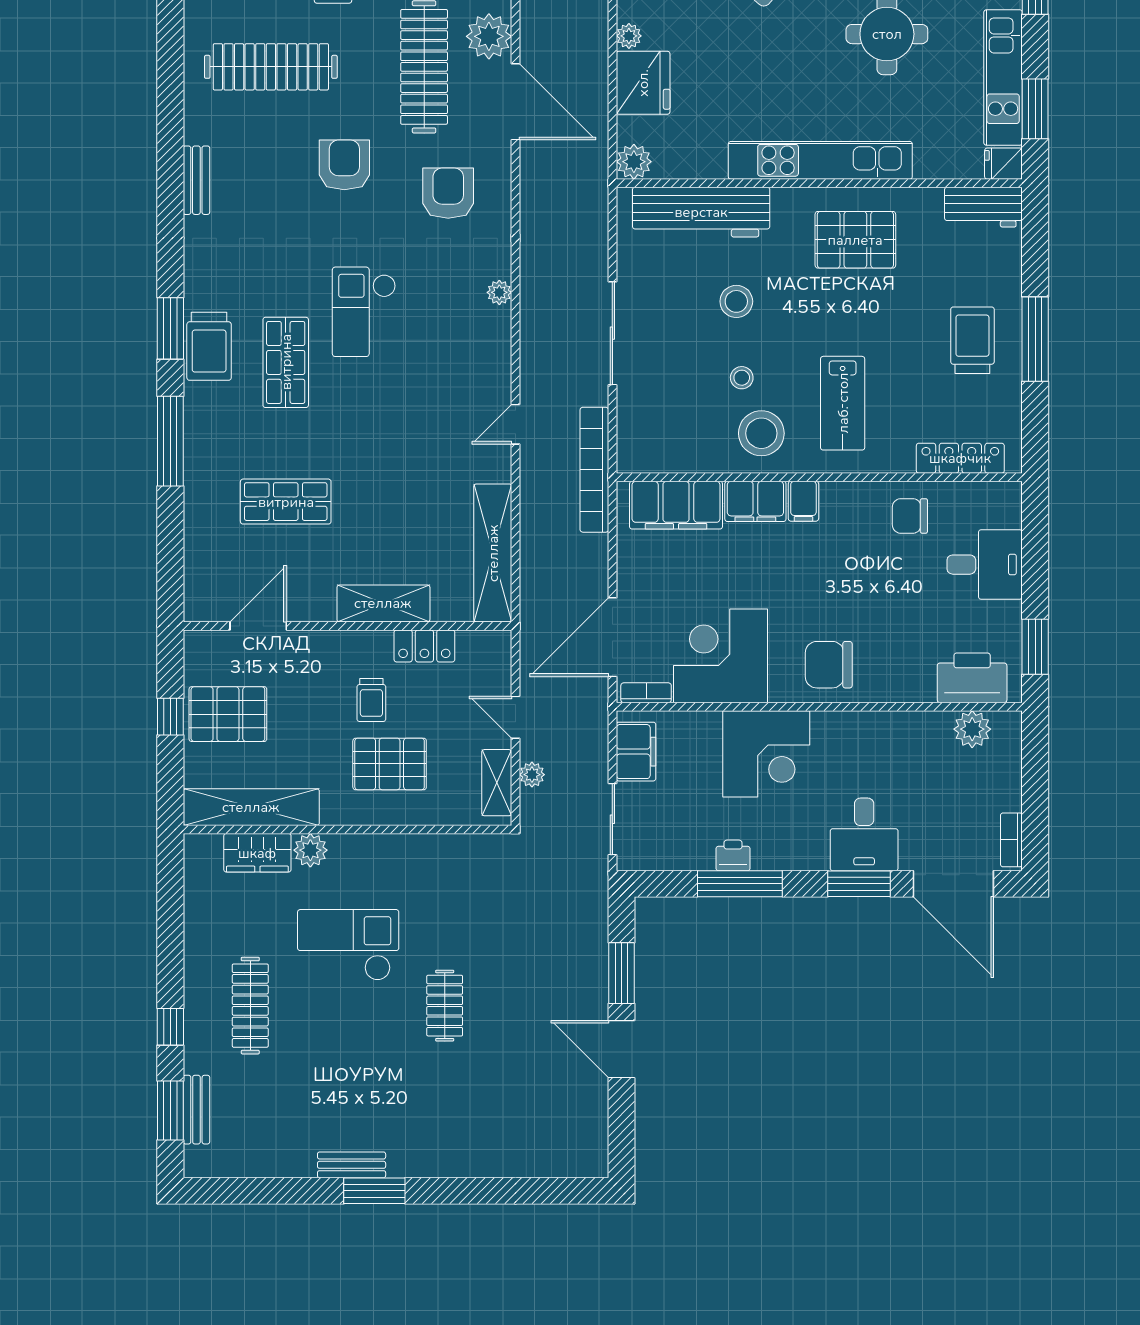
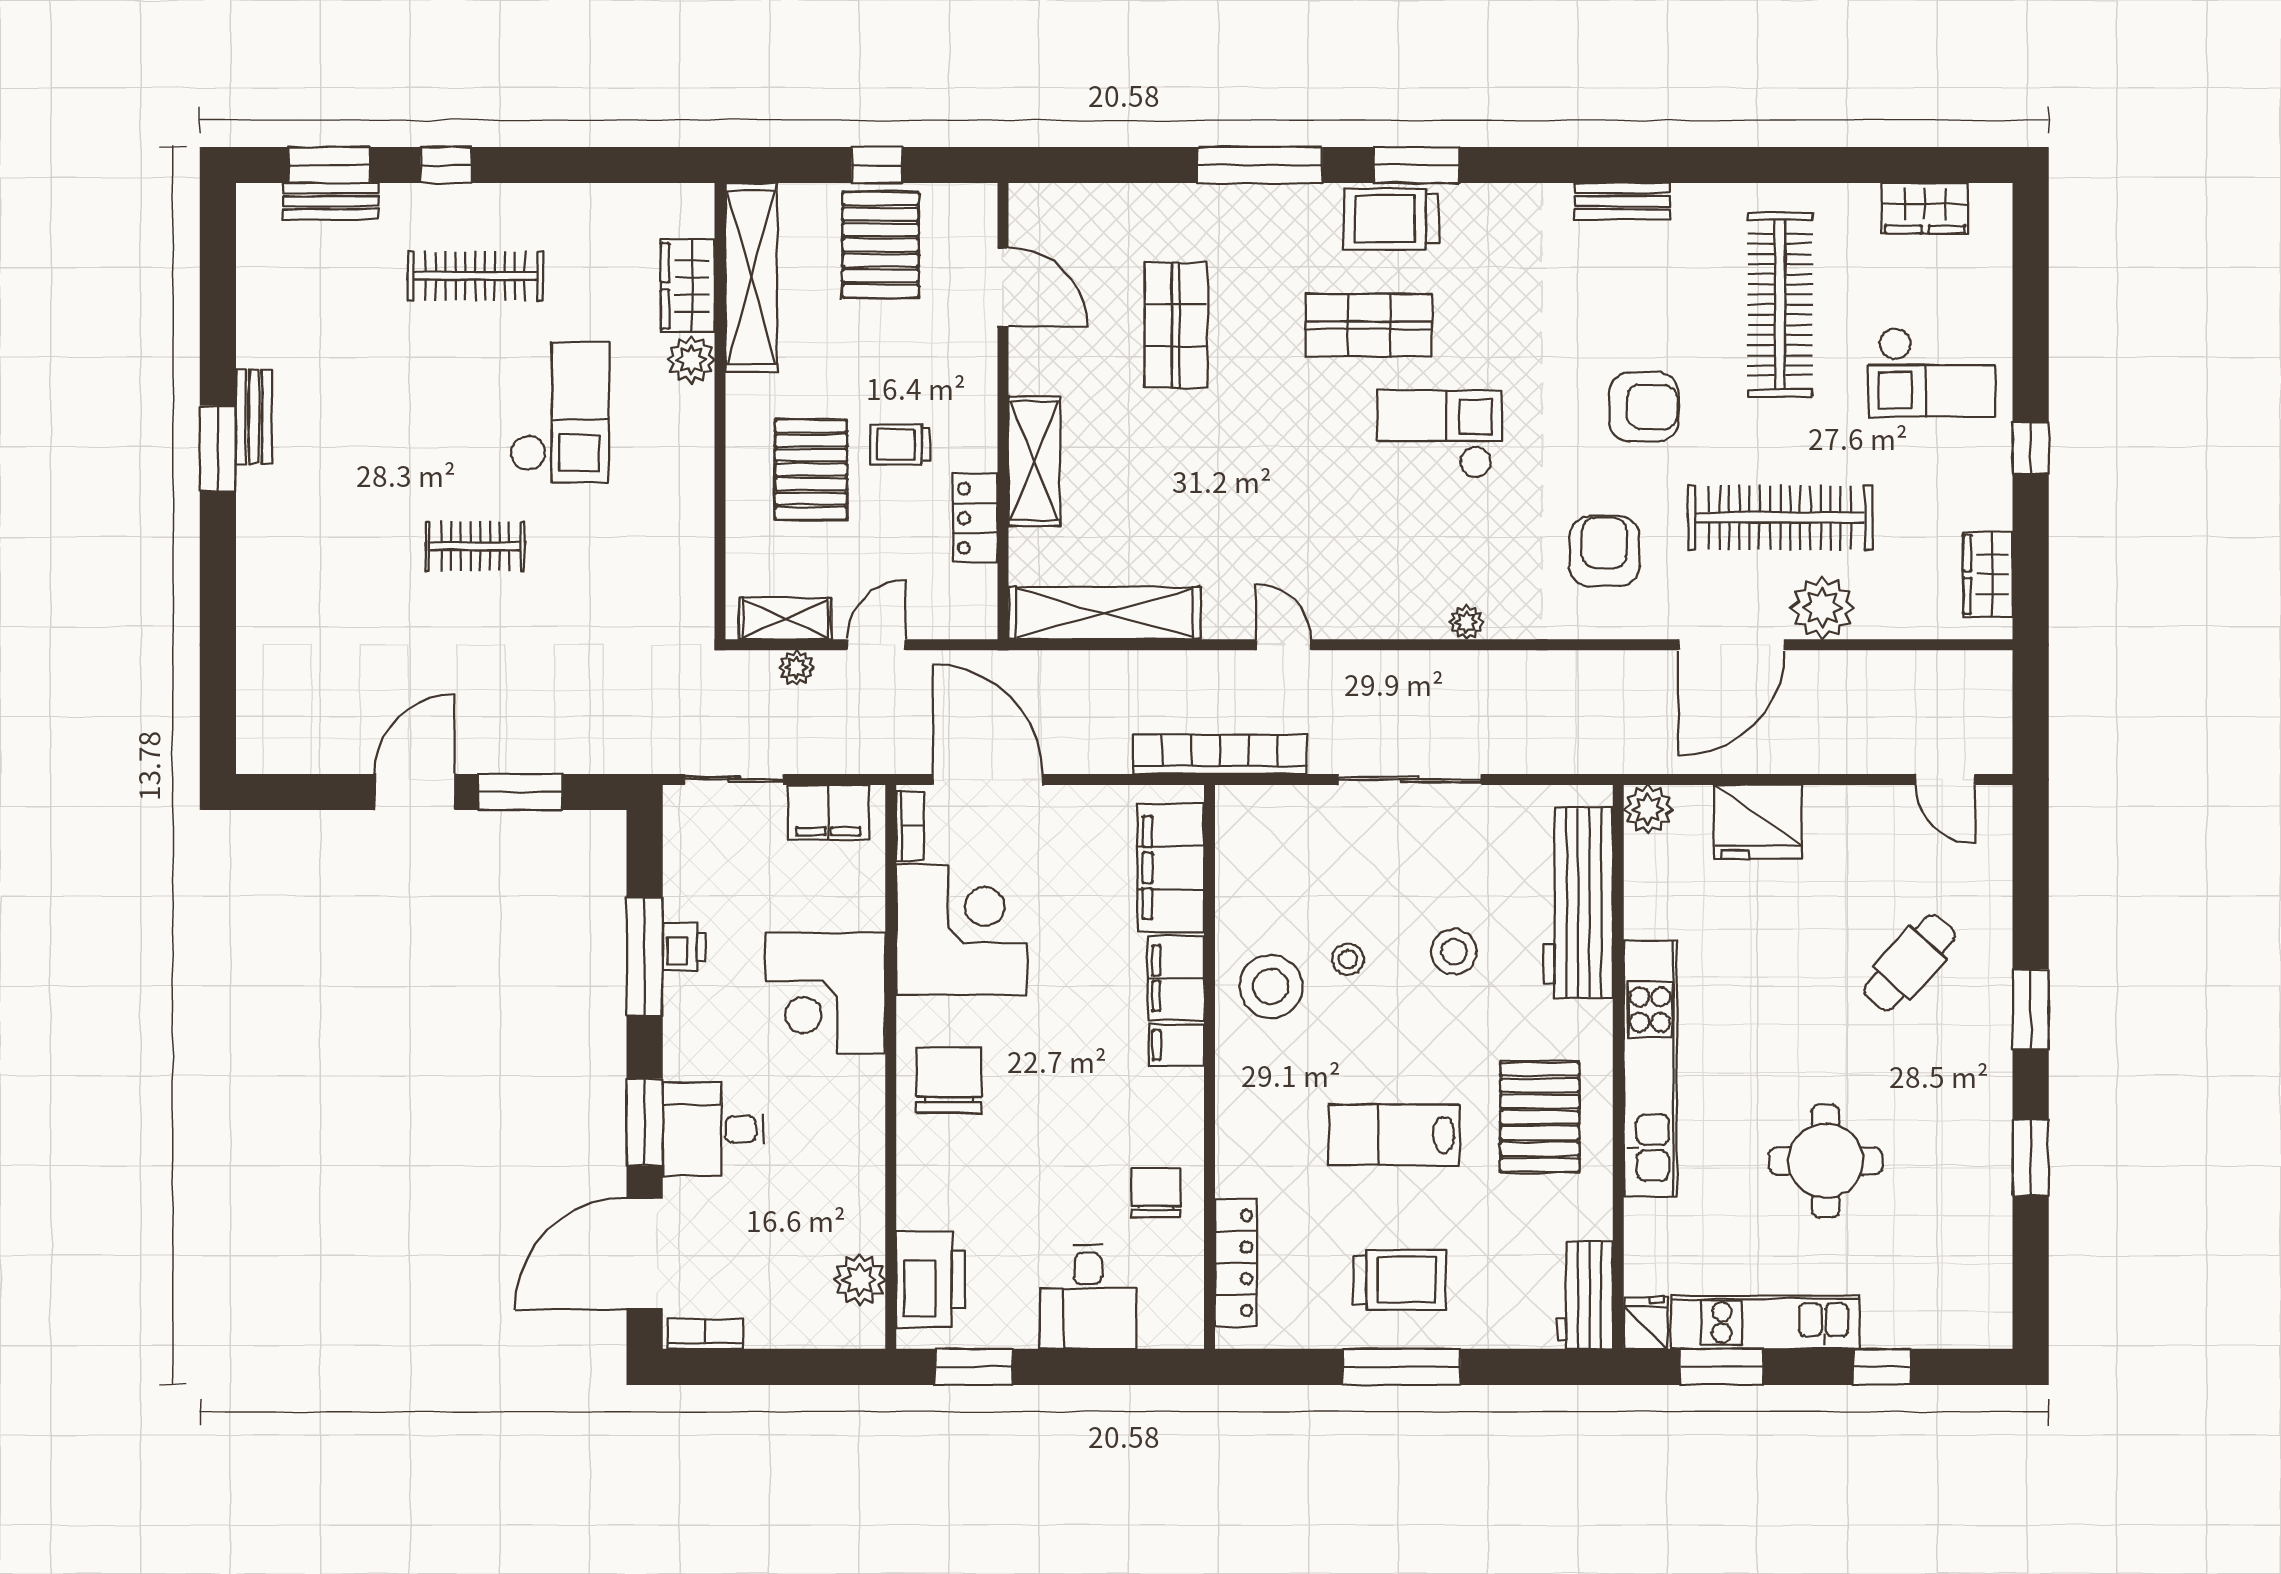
plant: (629, 36) -> (1823, 802), removed
armchair: (448, 193) -> (1604, 551), turned -90
lab bench: (843, 403) -> (1394, 1135), moved

